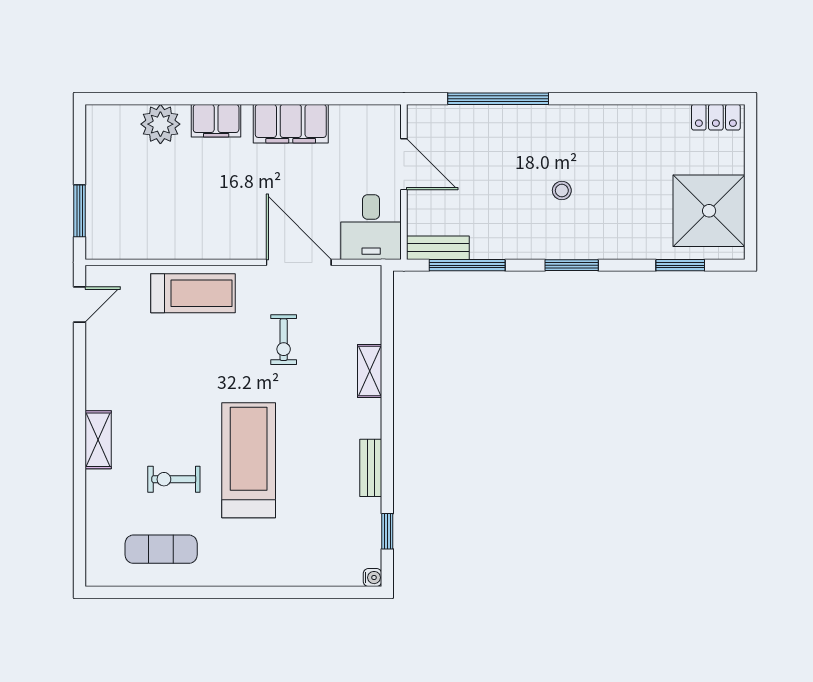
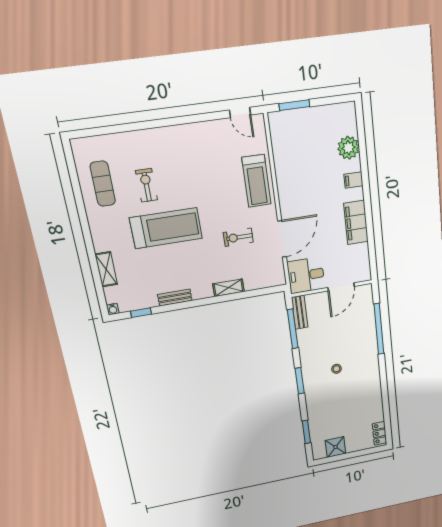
filing cabinet: (216, 121) -> (353, 180), width x0.50
shower: (709, 211) -> (335, 447), width x0.54, depth x0.54
shelving: (98, 440) -> (106, 269), moved, turned 90

